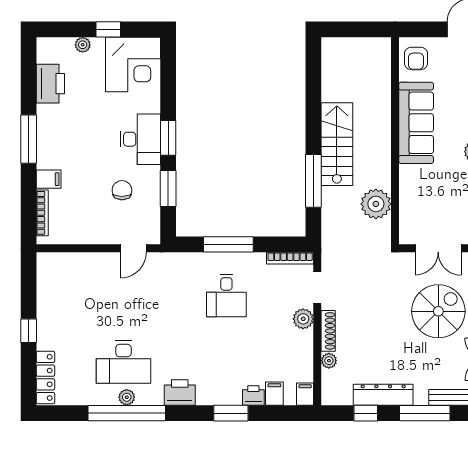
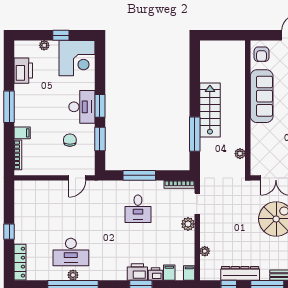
plant: (376, 204) -> (240, 154), width x0.53, depth x0.53
shoe rack: (328, 331) -> (204, 232), removed
printer: (180, 393) -> (137, 272), moved

